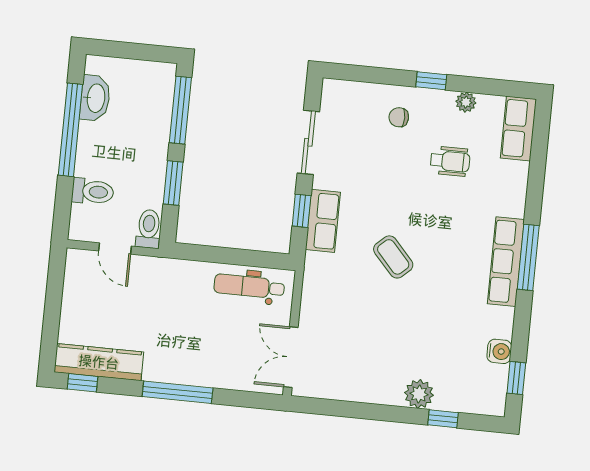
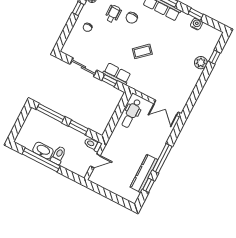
washbasin: (95, 98) -> (43, 151), moved
toilet: (93, 192) -> (58, 155), moved
chair: (458, 205) -> (132, 18), added
kitchen counter: (99, 362) -> (144, 173), moved
window: (516, 378) -> (196, 14), moved
window: (83, 383) -> (148, 185), moved

